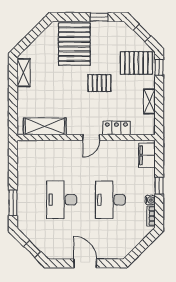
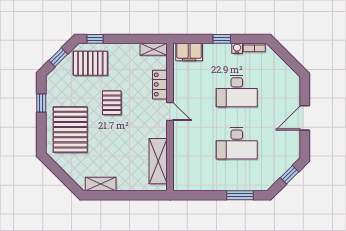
pallet: (74, 44) -> (70, 130), turned 90
pallet: (136, 63) -> (90, 63), turned 90
shelving: (149, 101) -> (154, 49), moved

